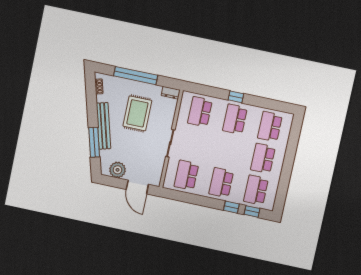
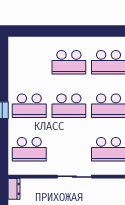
school desk: (270, 127) -> (69, 106), moved

